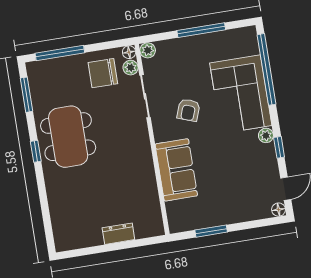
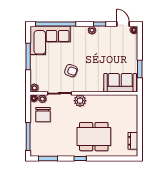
corner sofa: (241, 94) -> (50, 40), moved
plant: (138, 135) -> (80, 101), added
dining table: (68, 137) -> (94, 137), moved
sofa: (176, 170) -> (120, 83), moved
dresser: (118, 234) -> (133, 141), moved

